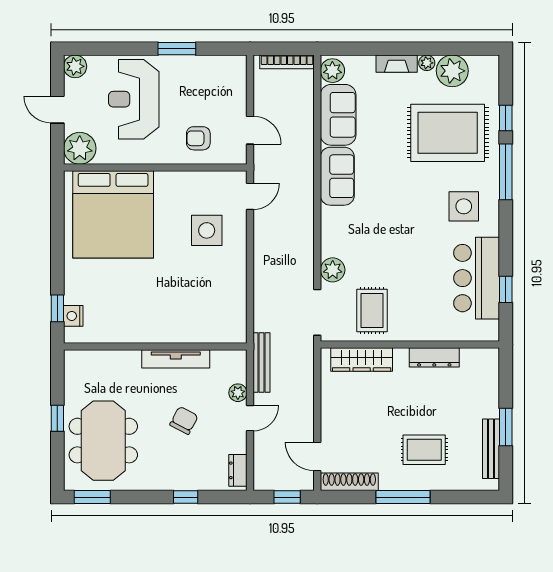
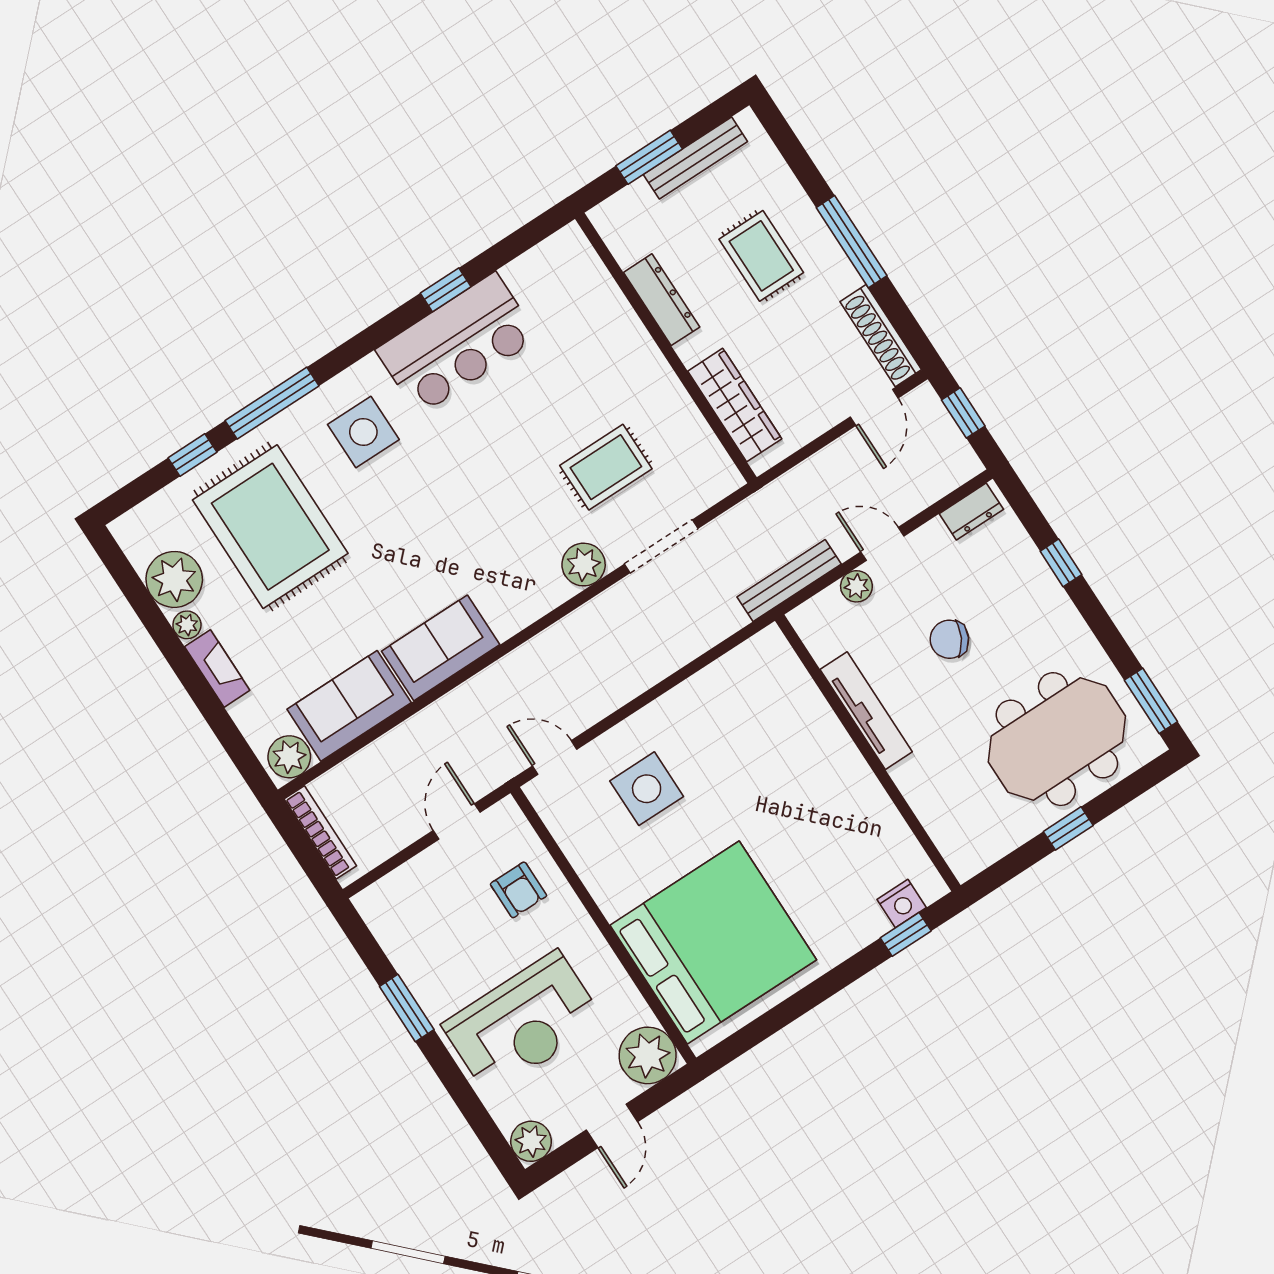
wall: (410, 344) -> (666, 348), moved
dresser: (434, 357) -> (662, 300), moved
wardrobe: (362, 359) -> (735, 405), moved

